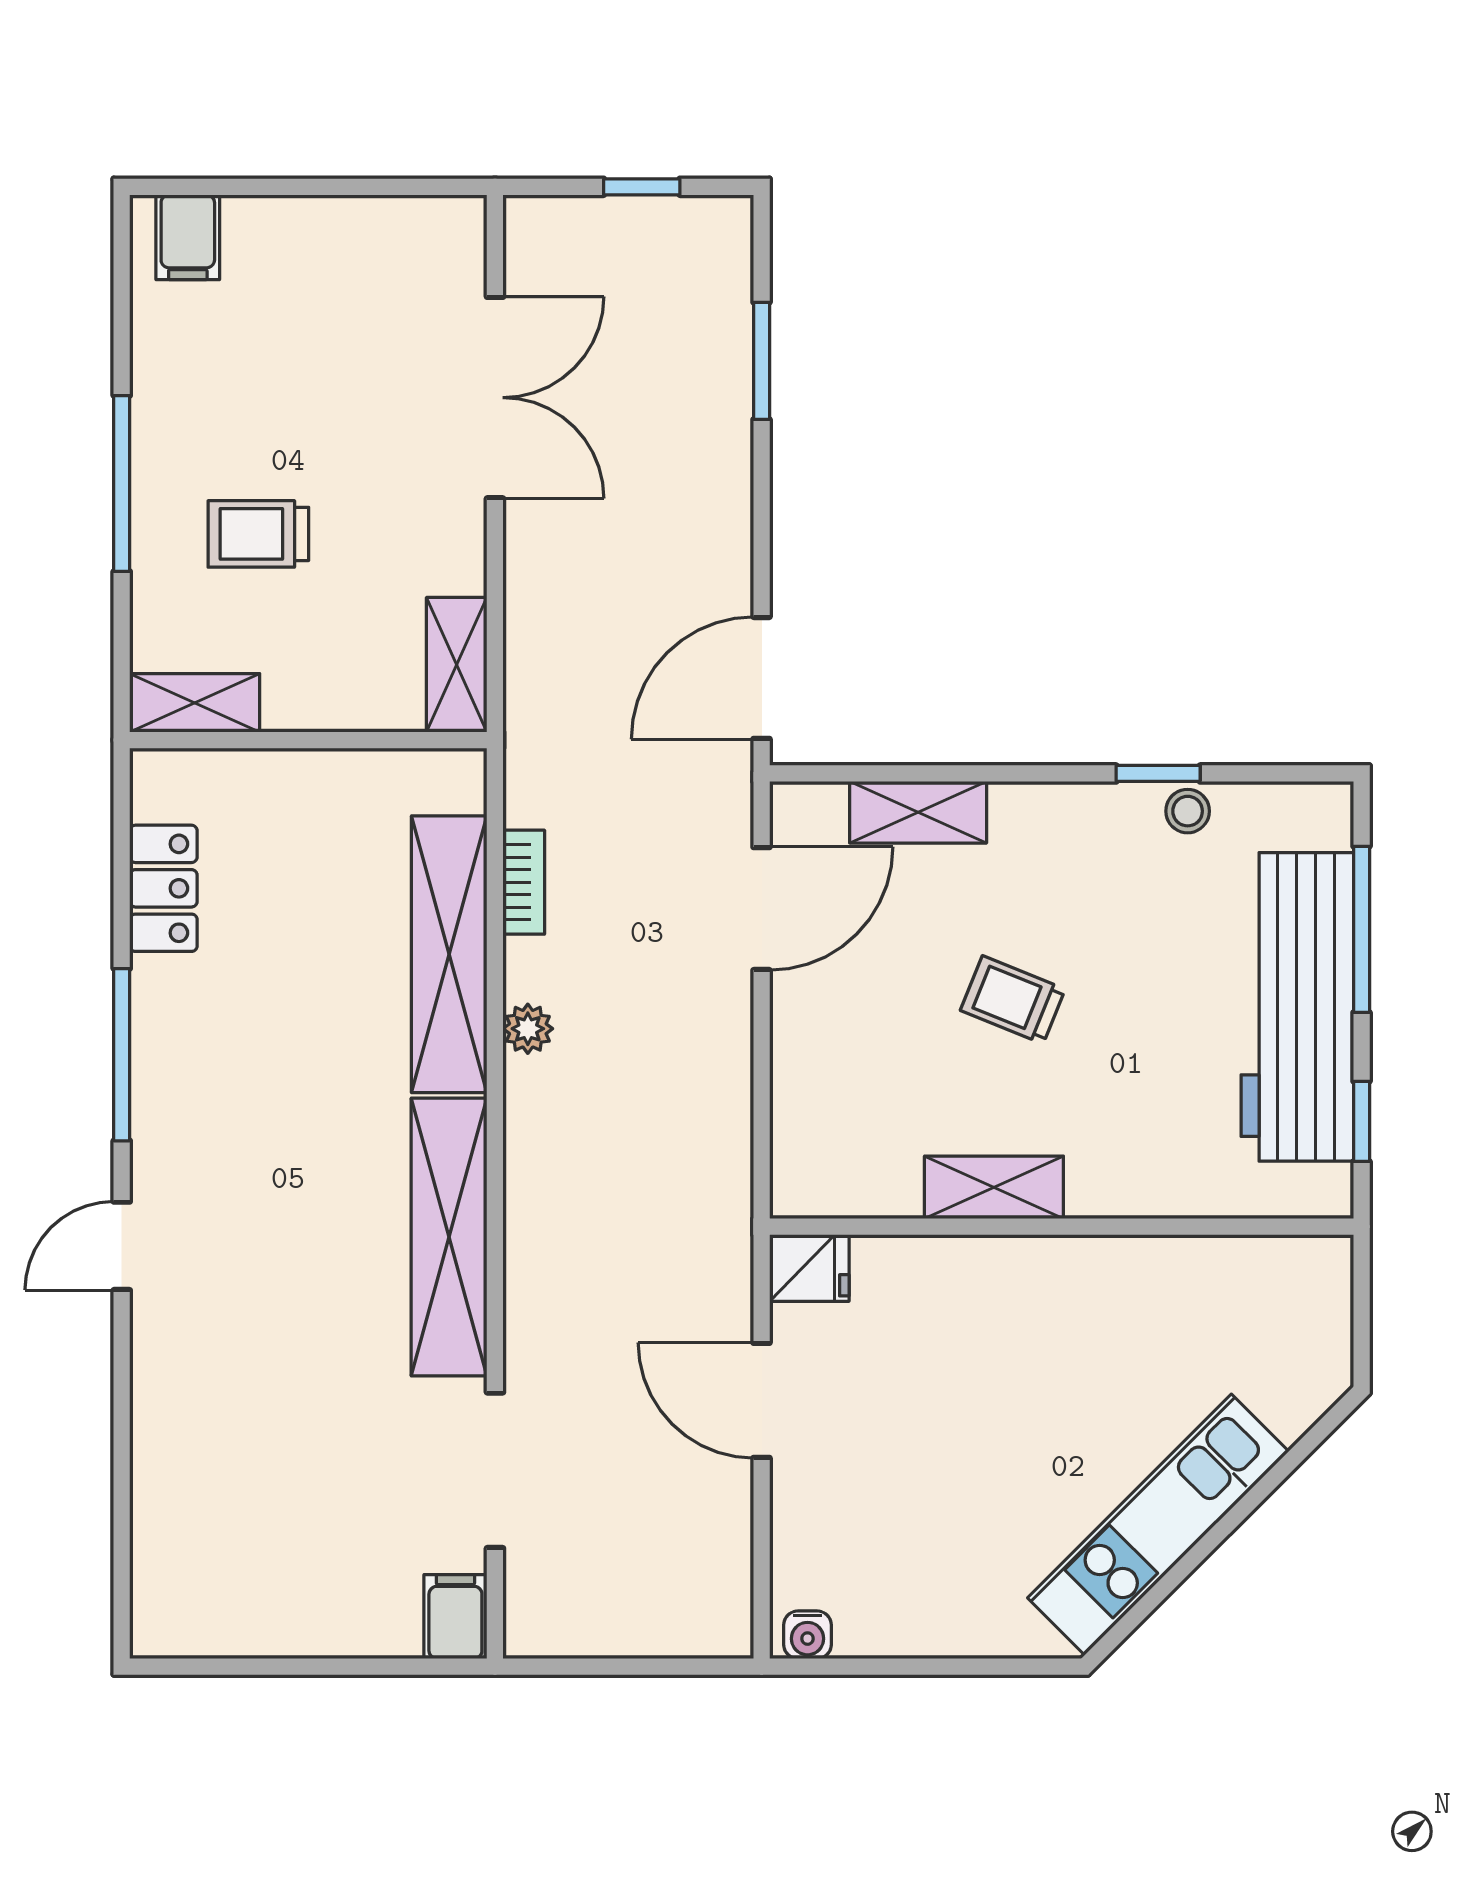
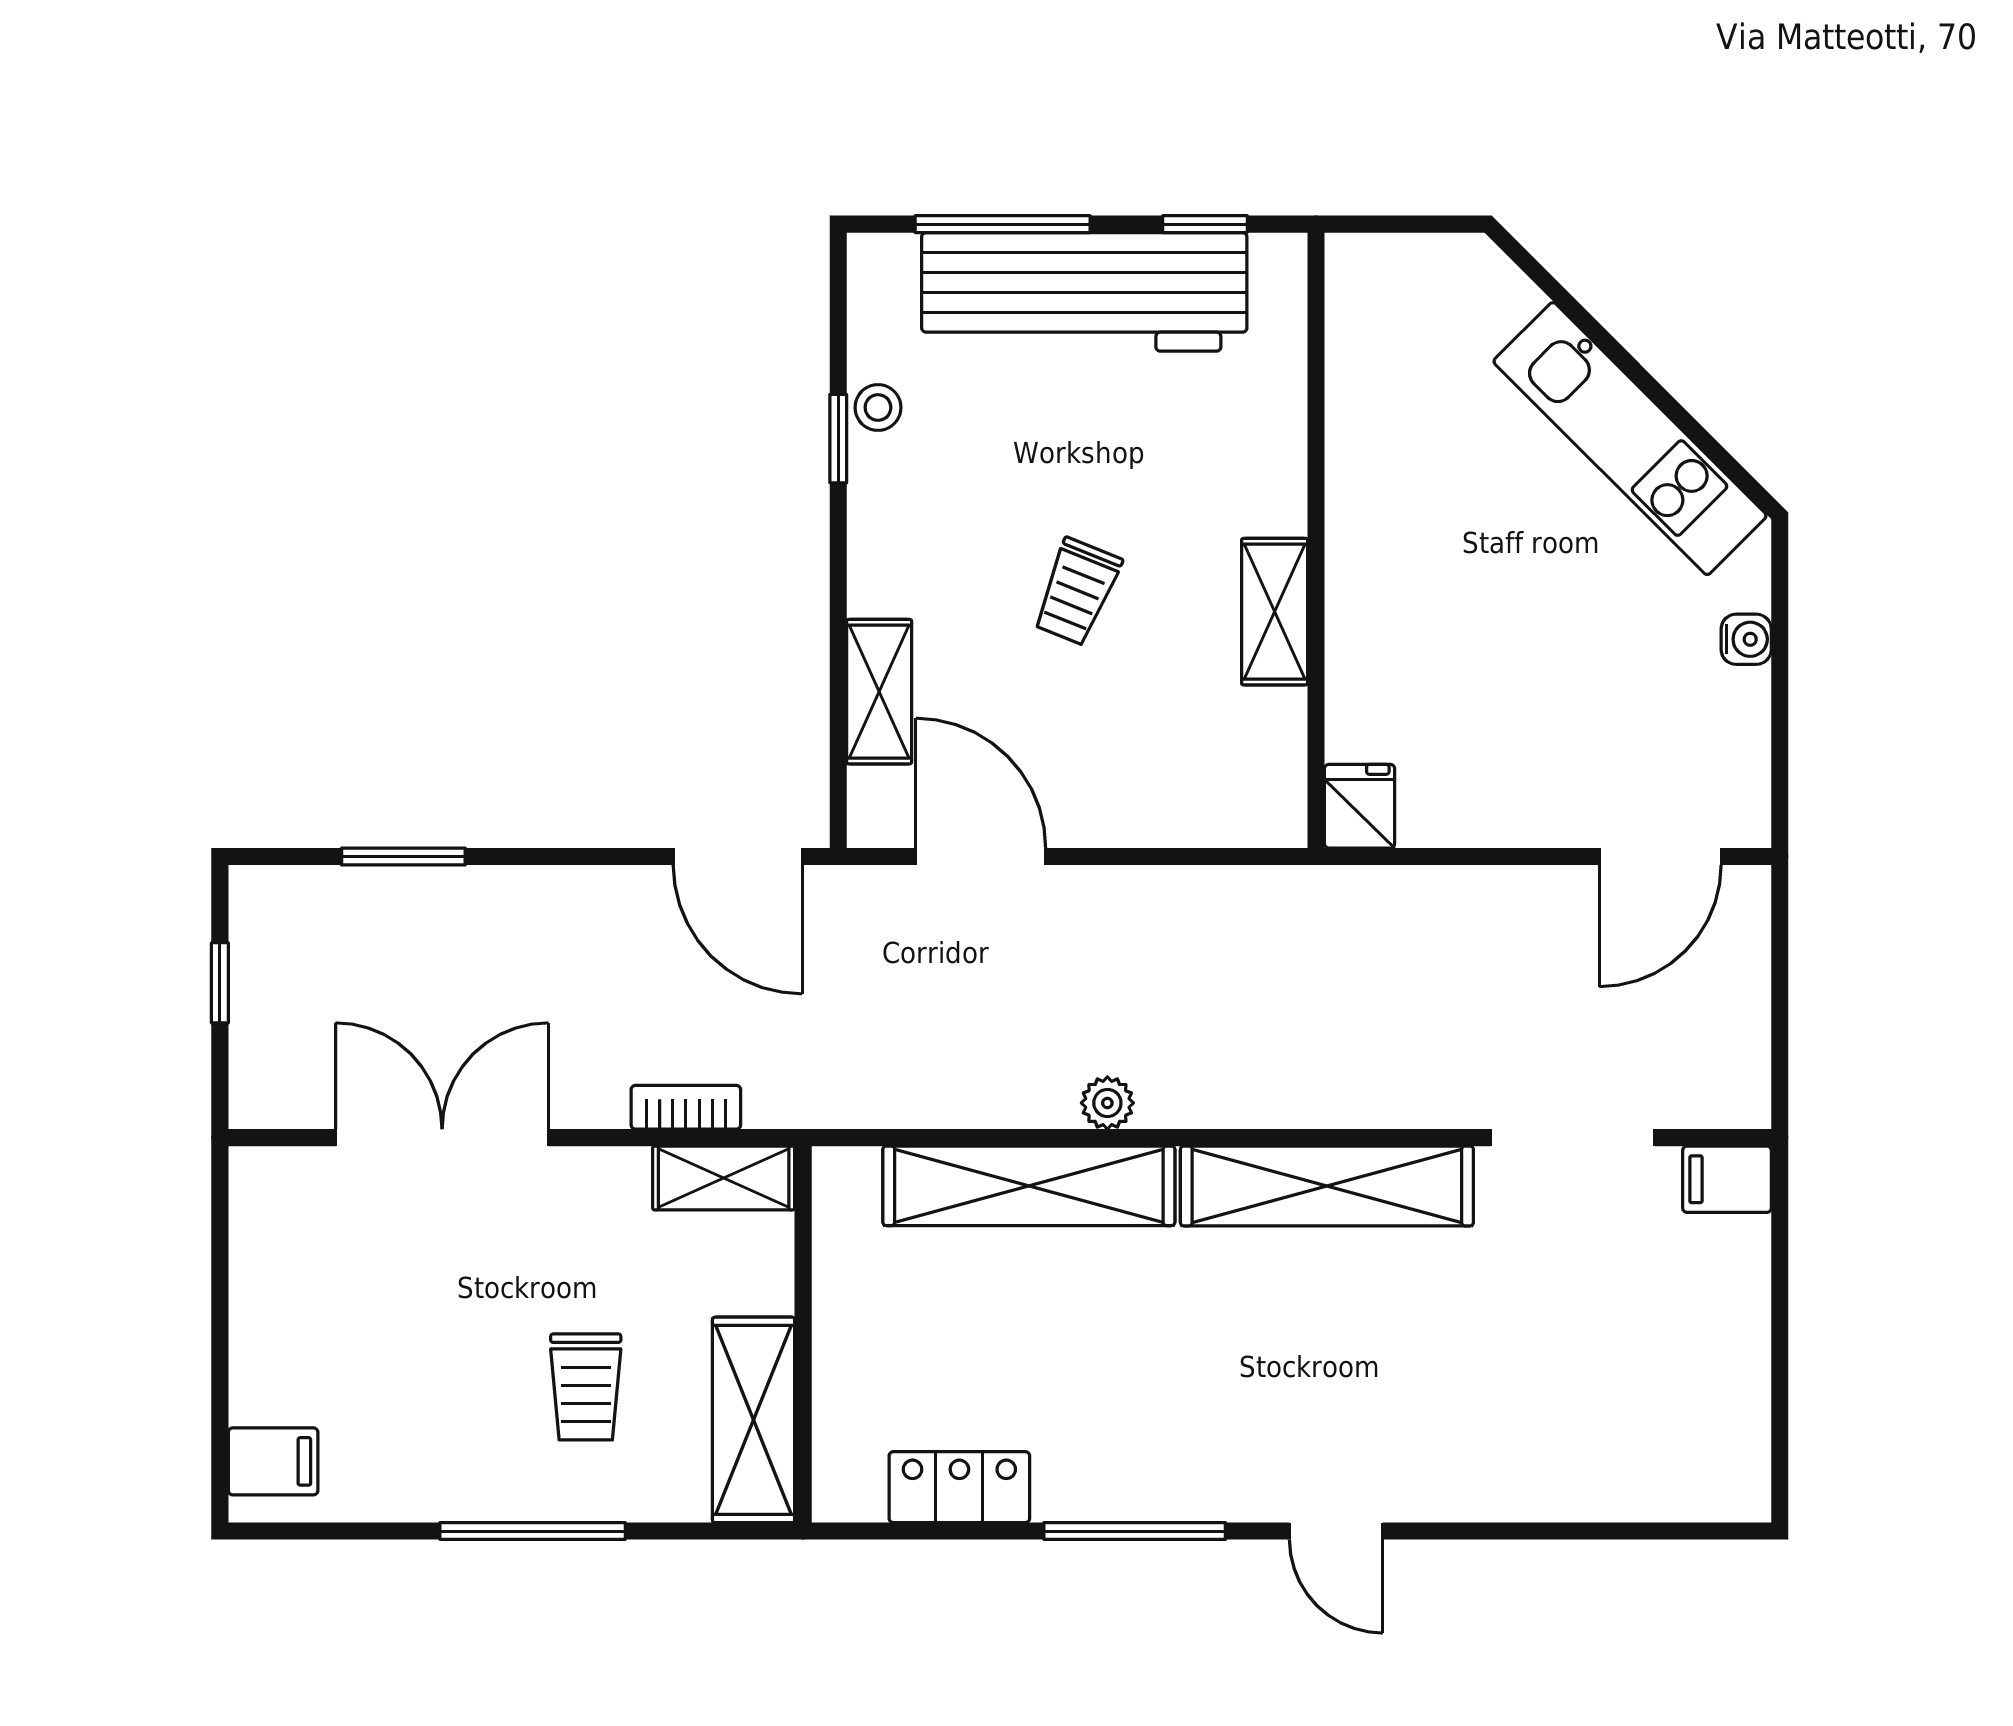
shelving: (195, 703) -> (754, 1420), width x1.50, depth x1.33
bookcase: (524, 882) -> (686, 1107), moved
door: (762, 1400) -> (1660, 857), moved
water cooler: (808, 1635) -> (1746, 639), moved

